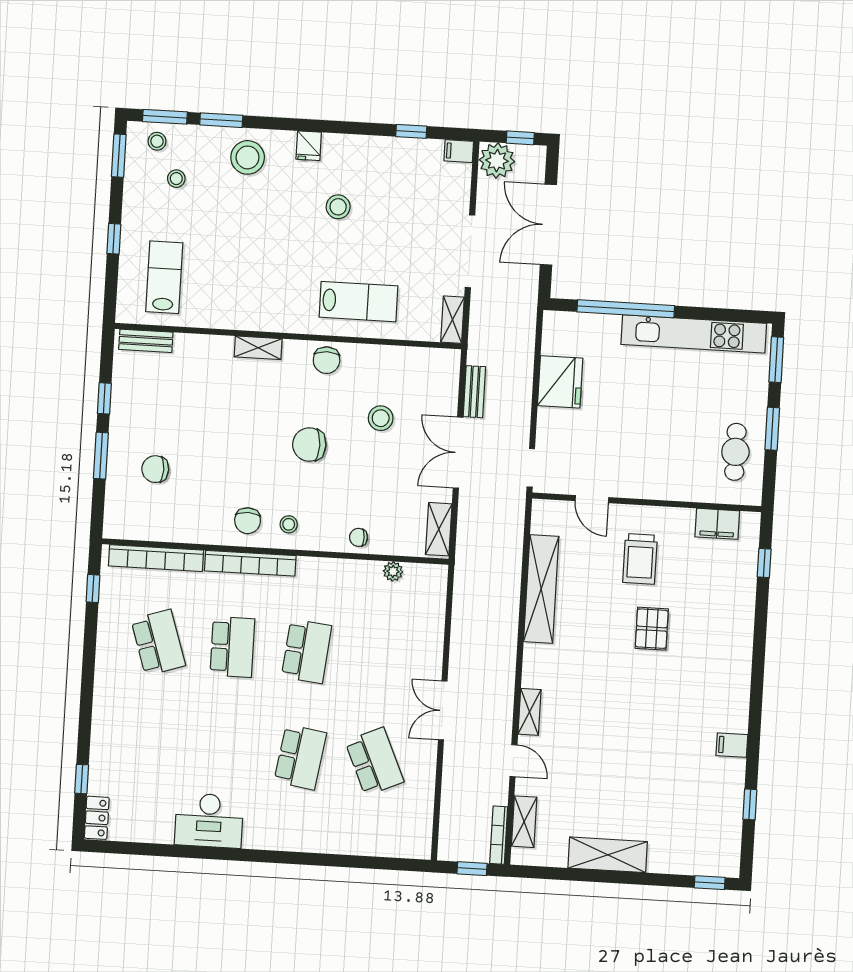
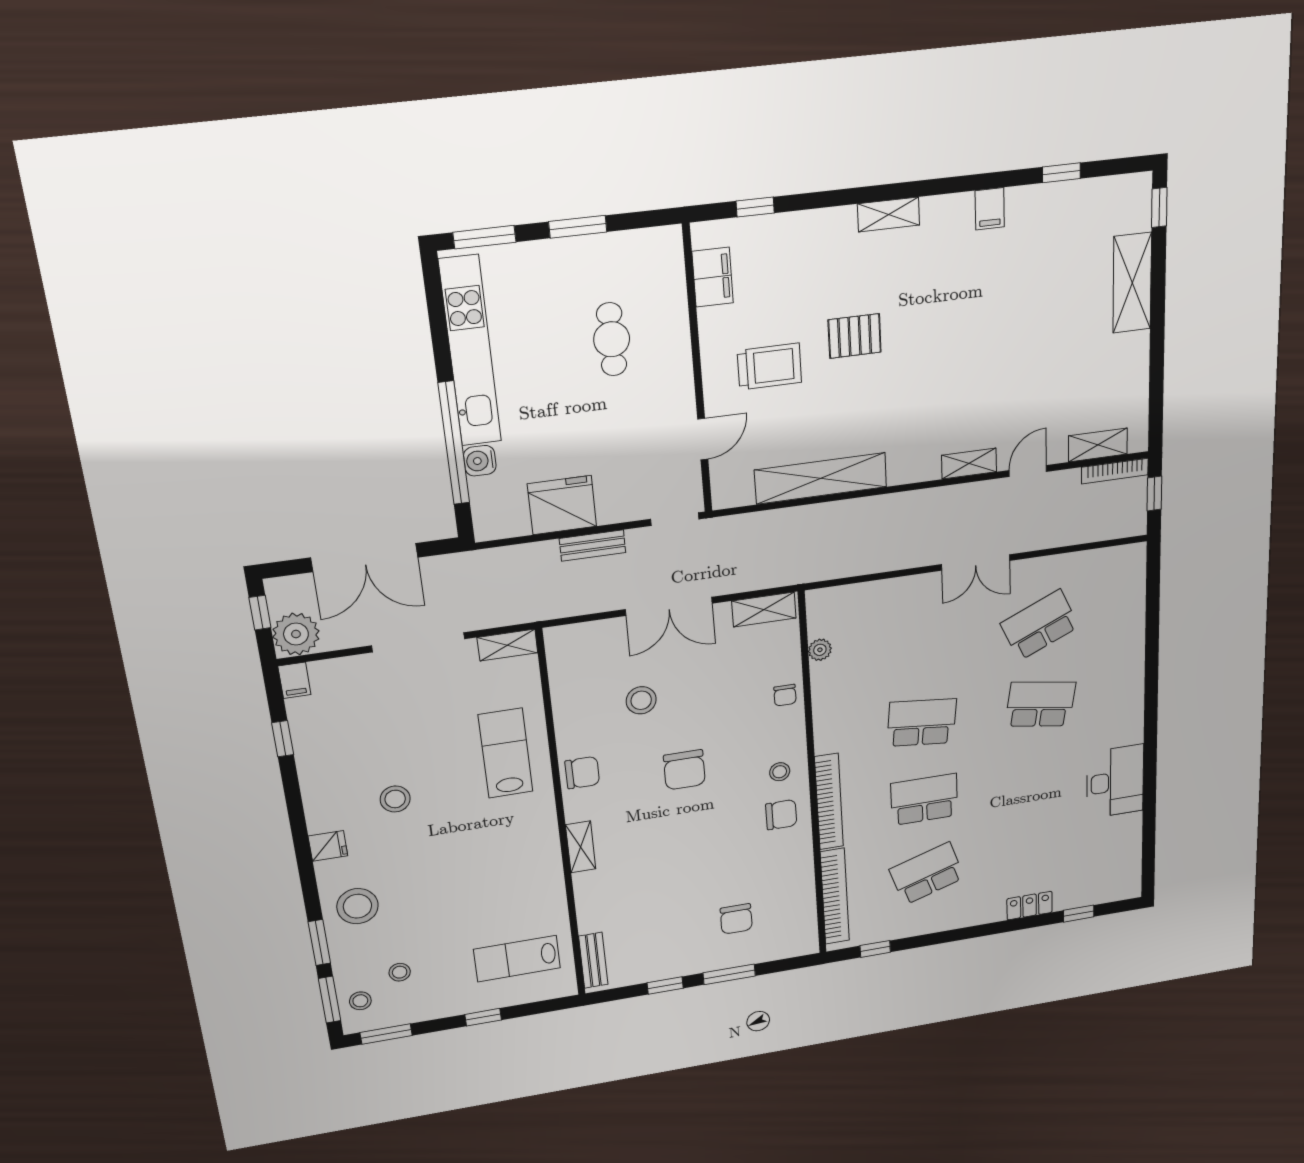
water cooler: (608, 326) -> (480, 461), added
bench: (474, 392) -> (593, 546), moved
cafe table: (735, 452) -> (612, 339), moved, turned 90
shelving: (741, 665) -> (889, 215), added
locker: (97, 818) -> (1030, 906), moved
shelving: (608, 855) -> (1132, 283), moved

